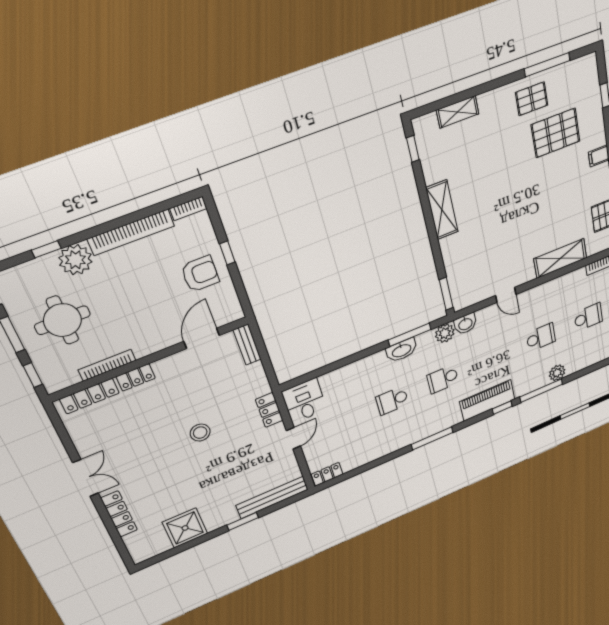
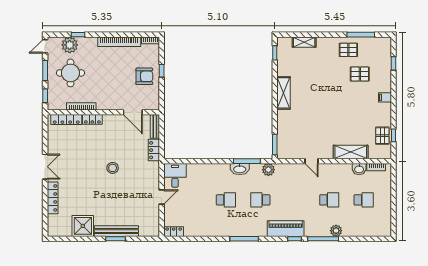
pallet: (556, 133) -> (360, 74), width x0.67, depth x0.71
plant: (75, 260) -> (70, 45), moved
washbasin: (465, 324) -> (359, 169), moved
door: (202, 338) -> (133, 112), swing flipped
school desk: (392, 401) -> (226, 200), turned 180
locker: (269, 410) -> (154, 150), moved
bench: (272, 497) -> (116, 231), moved

